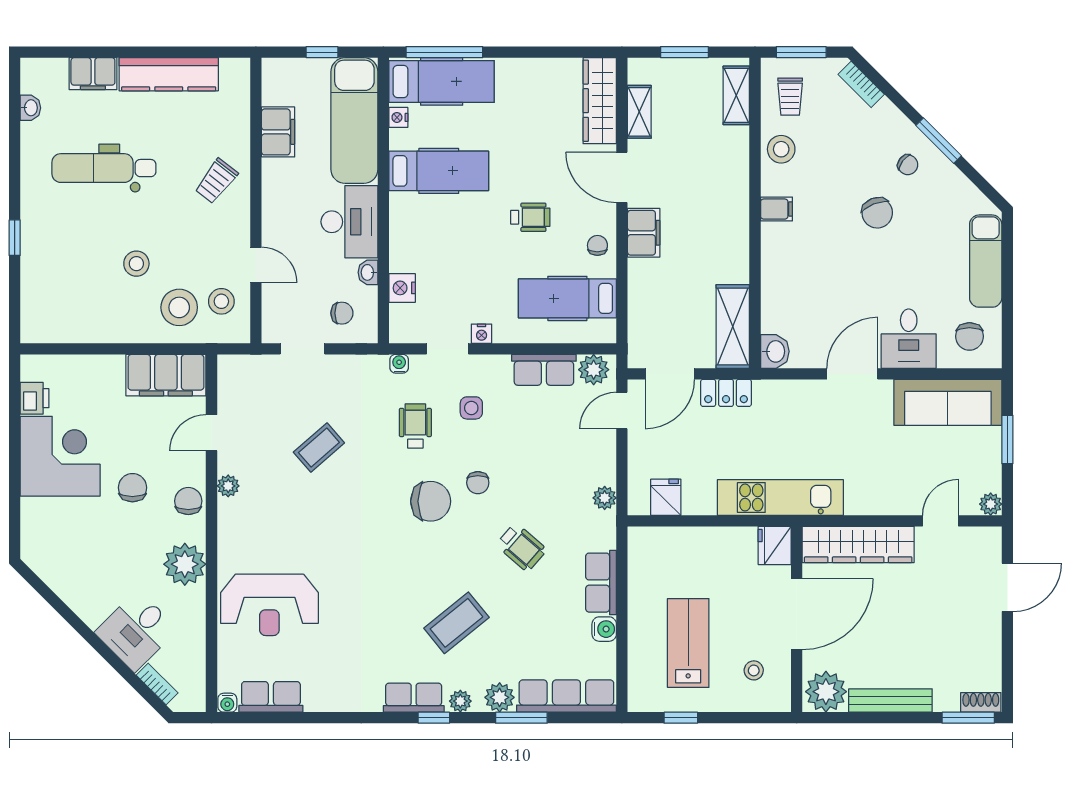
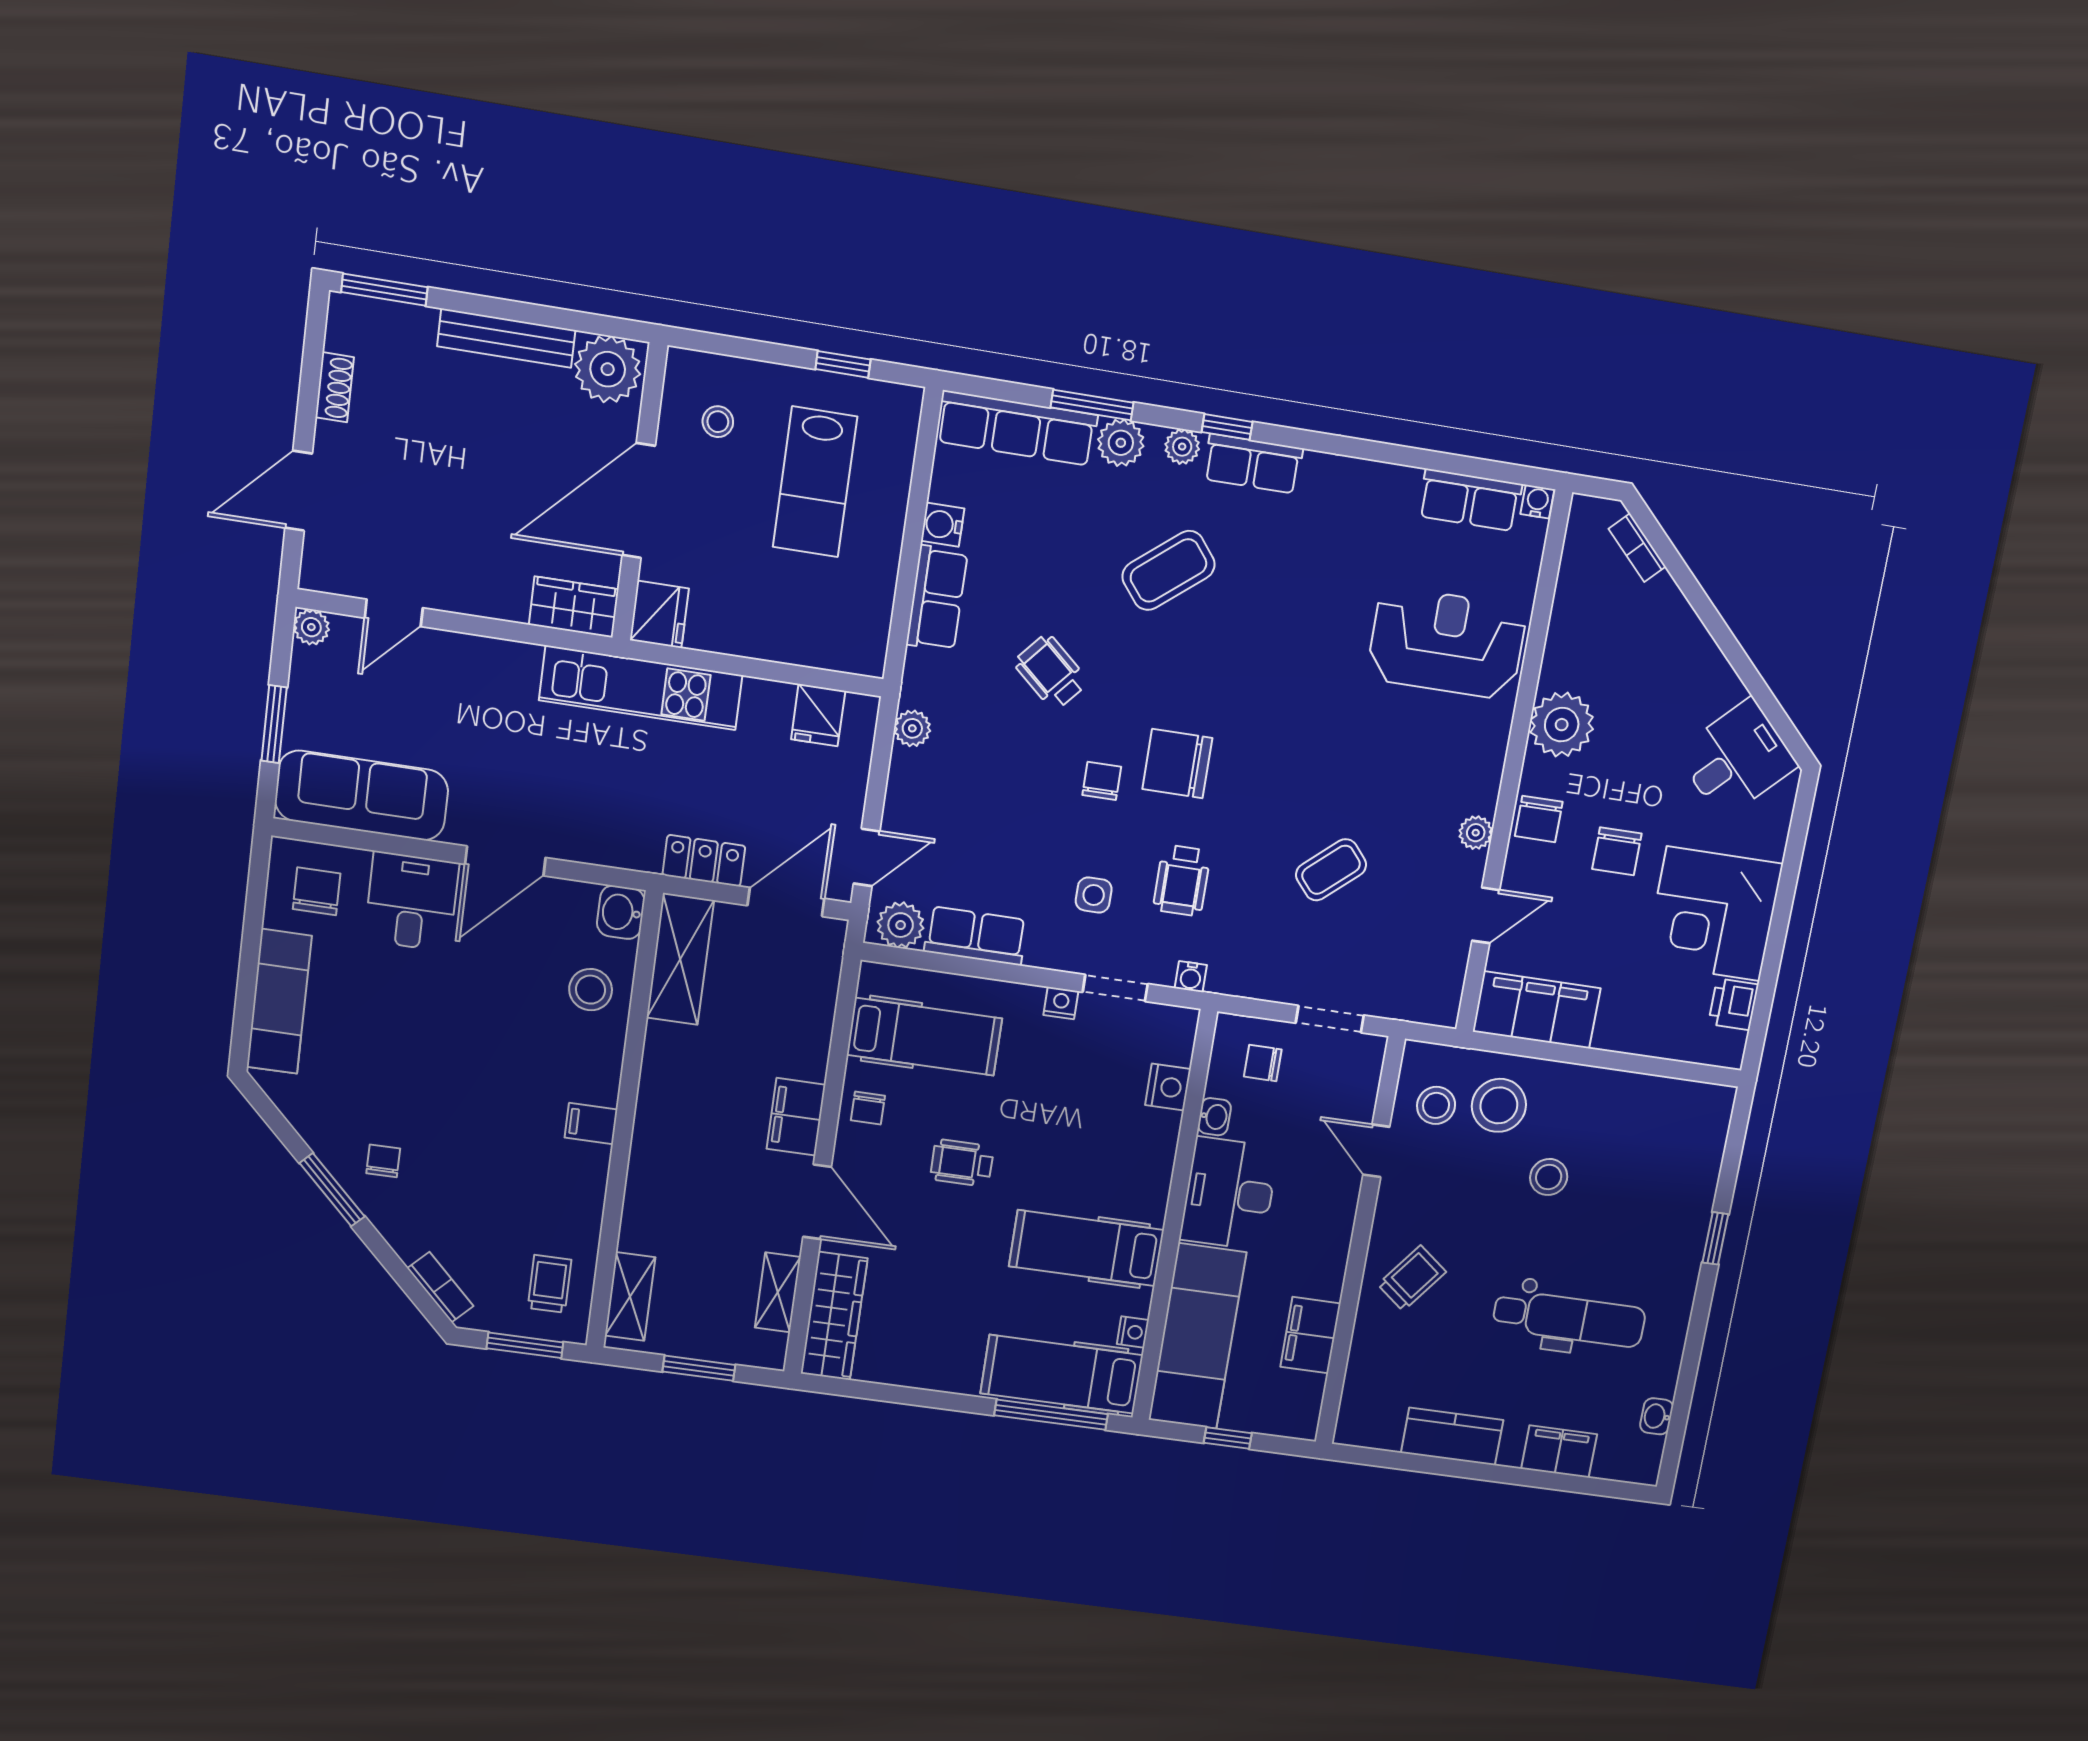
kitchen counter: (169, 74) -> (1452, 1436), width x0.67
stool: (781, 149) -> (591, 990), moved
chair: (908, 165) -> (383, 1161), turned 53
chair: (877, 213) -> (438, 1097), removed
wardrobe: (858, 544) -> (574, 607), width x0.48, depth x0.85
desk: (136, 631) -> (1737, 759), moved
shoe rack: (981, 702) -> (335, 387), moved, turned -90

